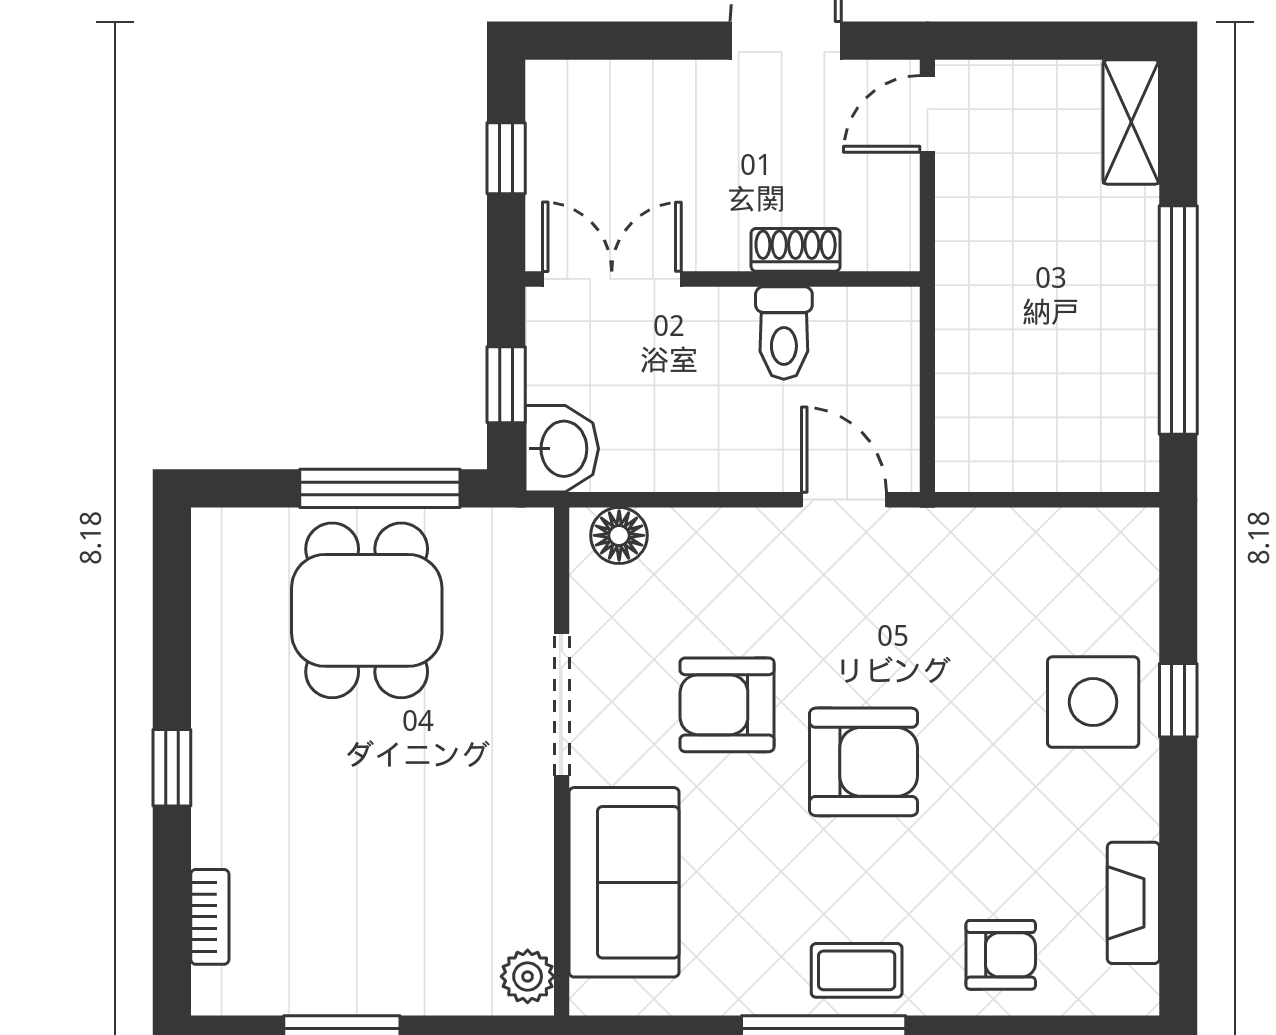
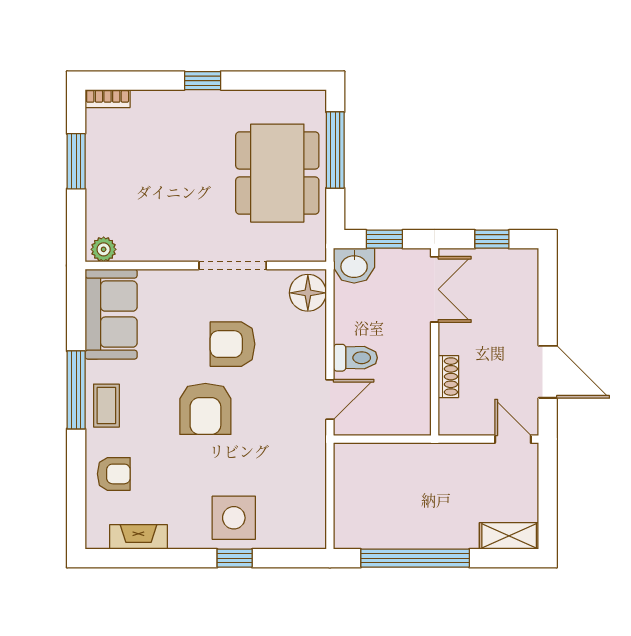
toilet: (784, 333) -> (355, 358), moved, turned 180
window: (380, 488) -> (335, 150), moved
floor lamp: (619, 535) -> (308, 293), width x1.38, depth x1.38
dining table: (367, 610) -> (277, 173), width x1.38
armchair: (727, 705) -> (232, 344), turned -90
sofa: (624, 882) -> (111, 314), moved, turned -90
bookcase: (210, 917) -> (108, 99), moved
armchair: (1001, 955) -> (114, 474), turned -90

